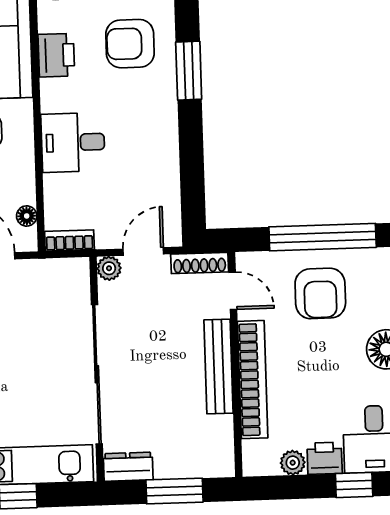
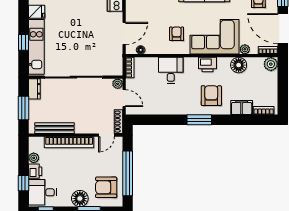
armchair: (320, 293) -> (106, 187), moved
bench: (218, 367) -> (54, 128), moved

